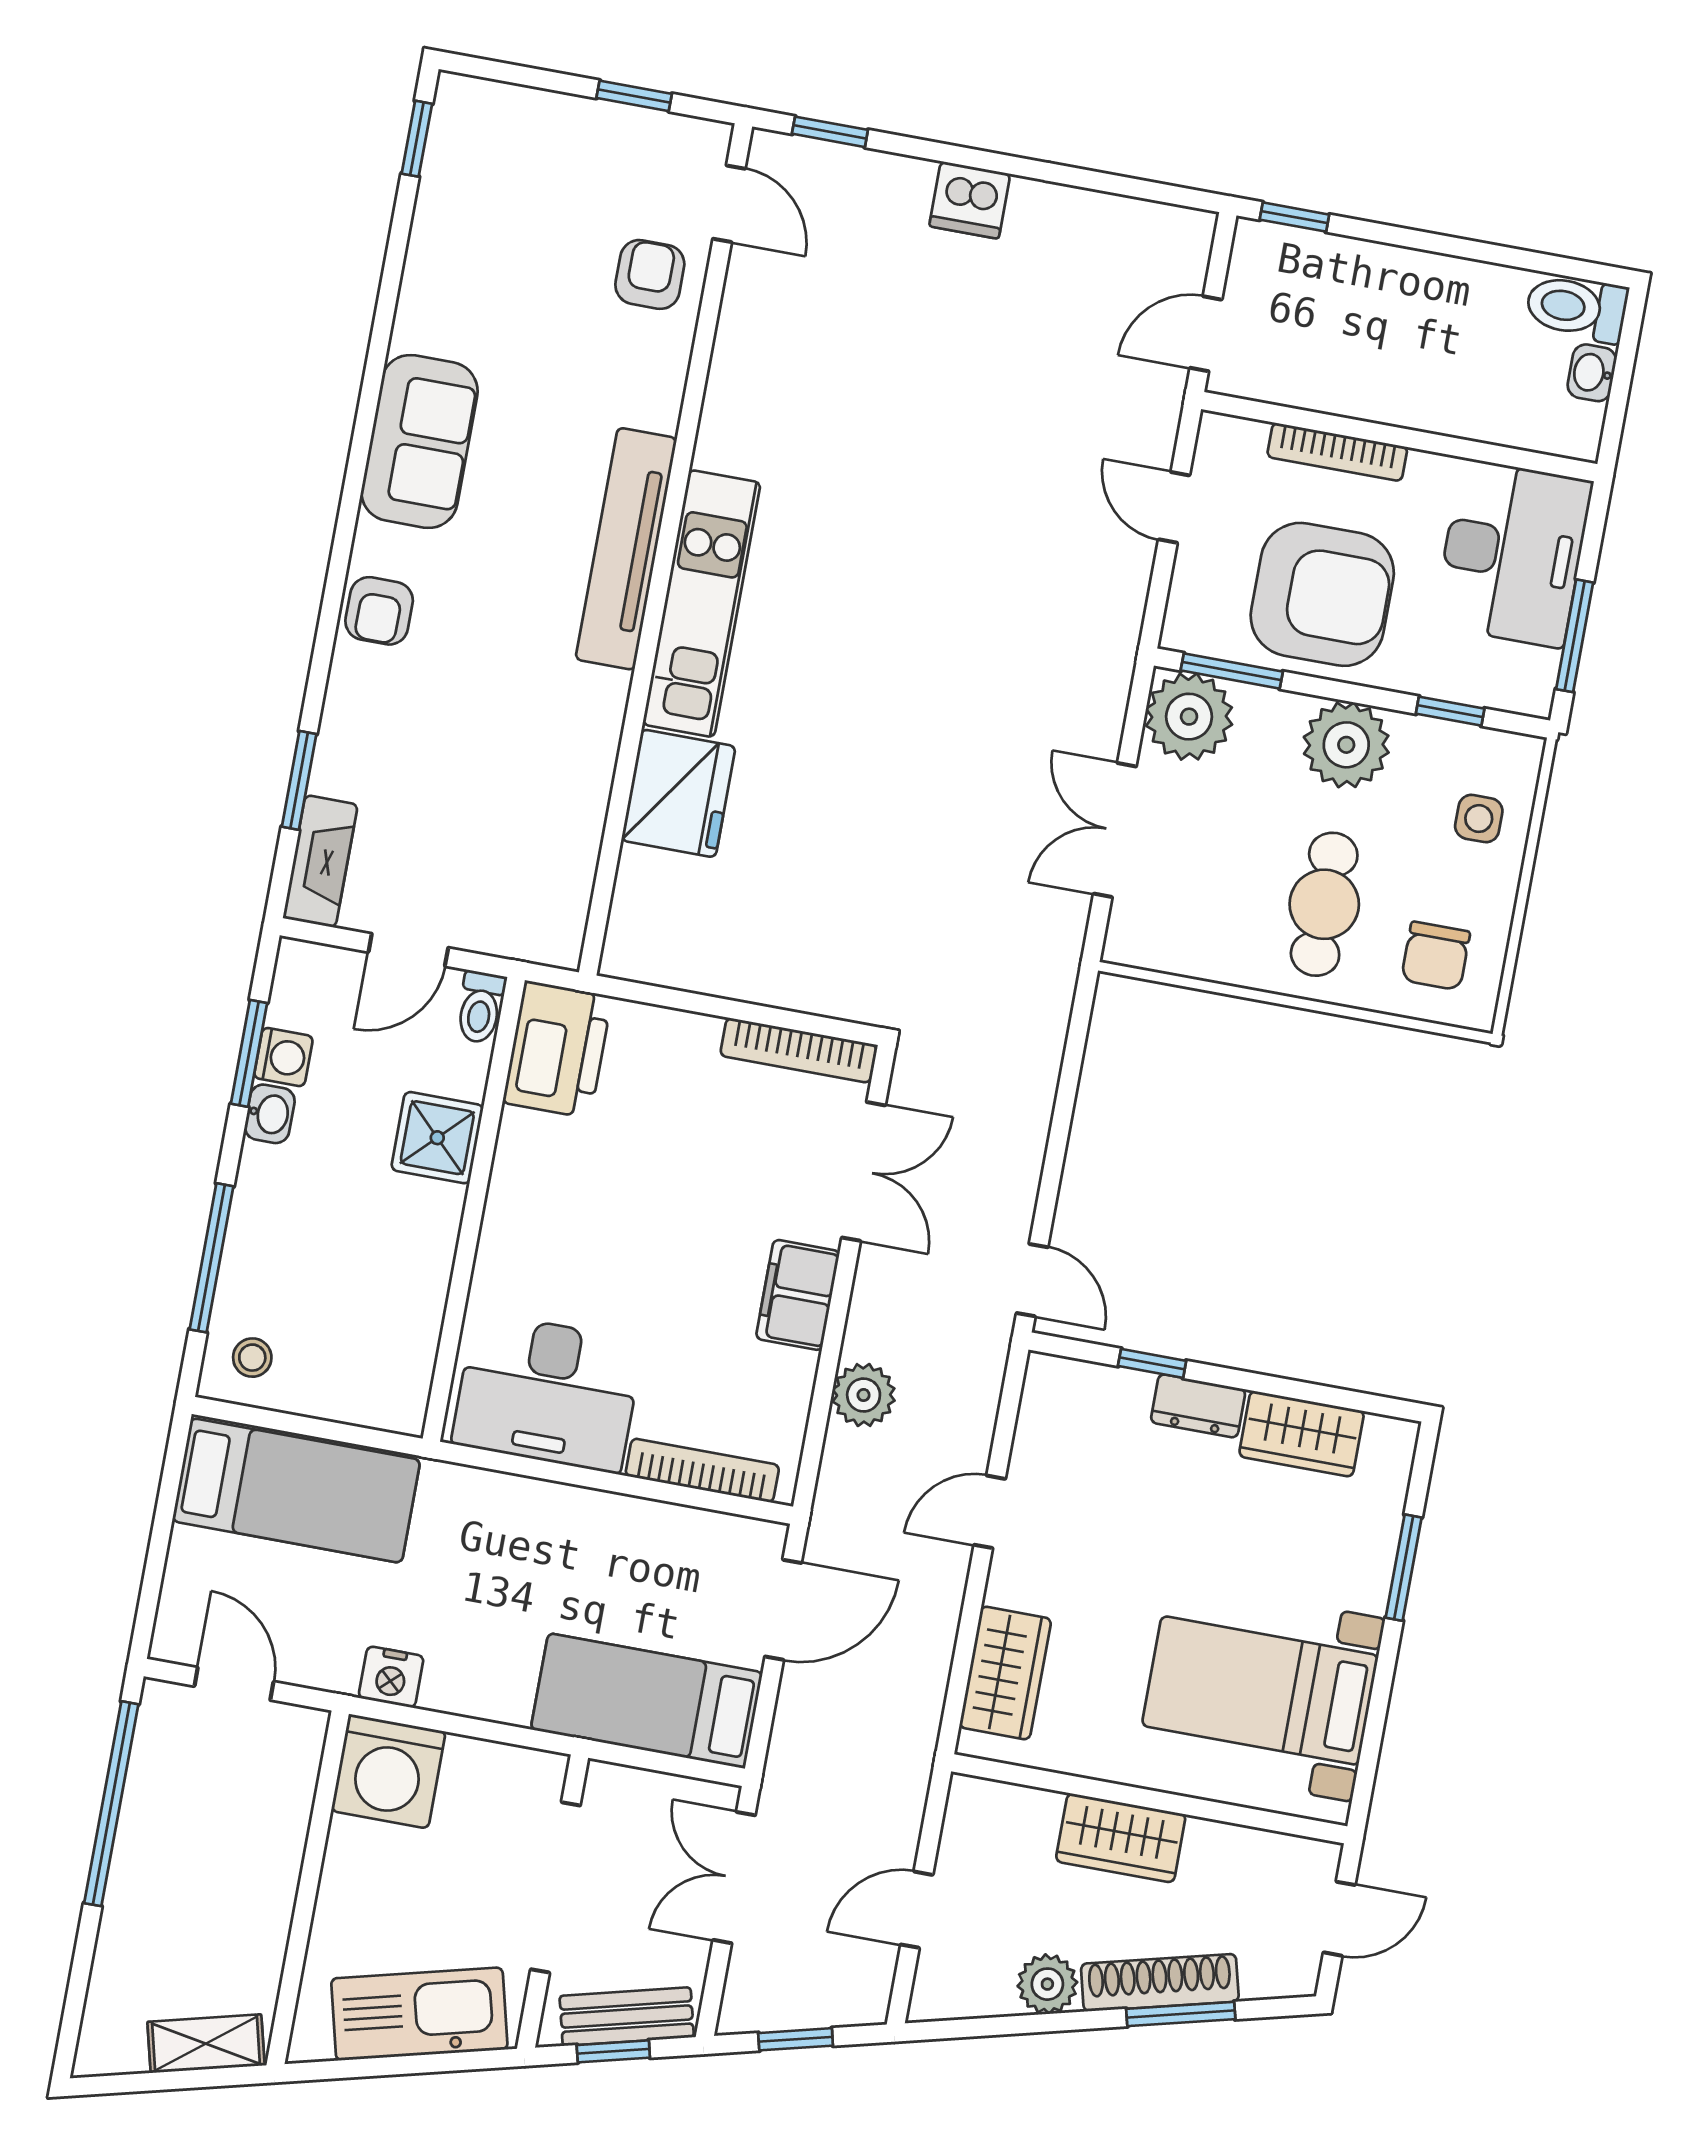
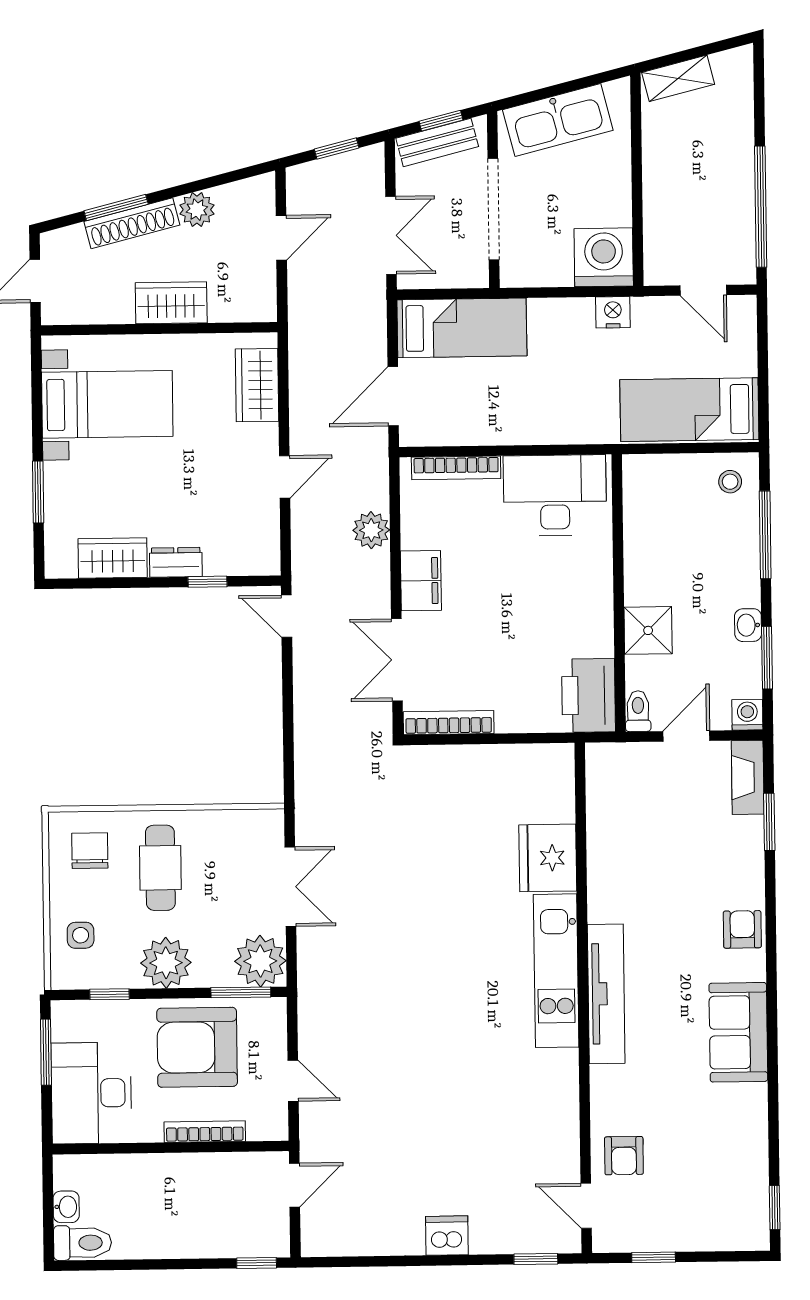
washing machine: (283, 1057) -> (747, 715), moved, turned 90

